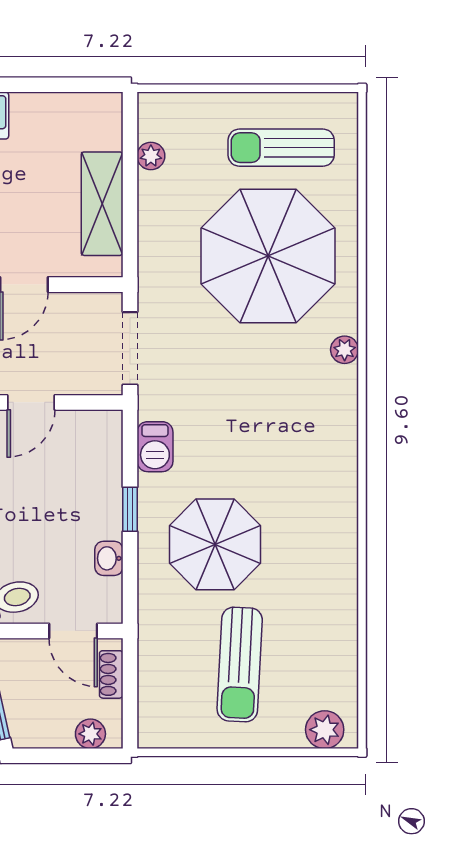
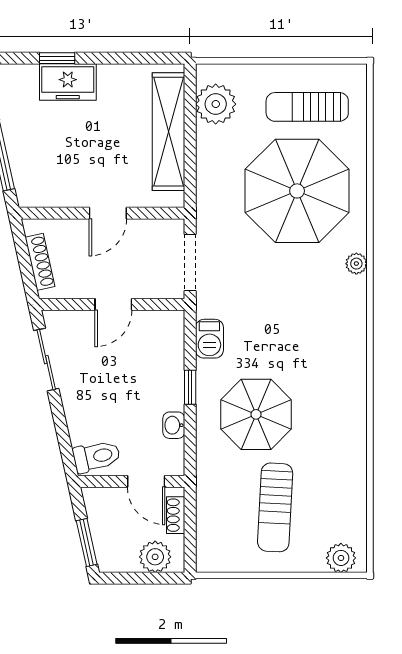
plant: (151, 156) -> (216, 104), width x1.88, depth x1.88
shelving: (102, 204) -> (168, 132), width x1.47
plant: (90, 734) -> (155, 557), width x1.38, depth x1.38

